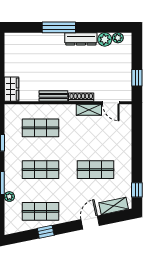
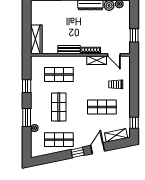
wardrobe: (11, 89) -> (36, 39), width x1.50
trolley: (113, 141) -> (116, 84), added
shop shelf: (40, 170) -> (59, 107), turned 90
window: (46, 232) -> (78, 152), moved

